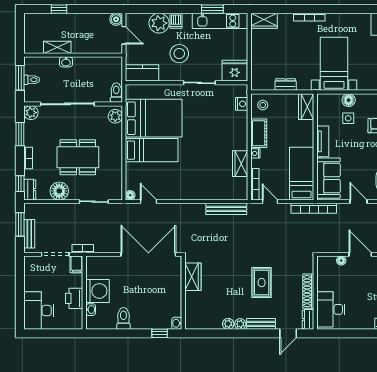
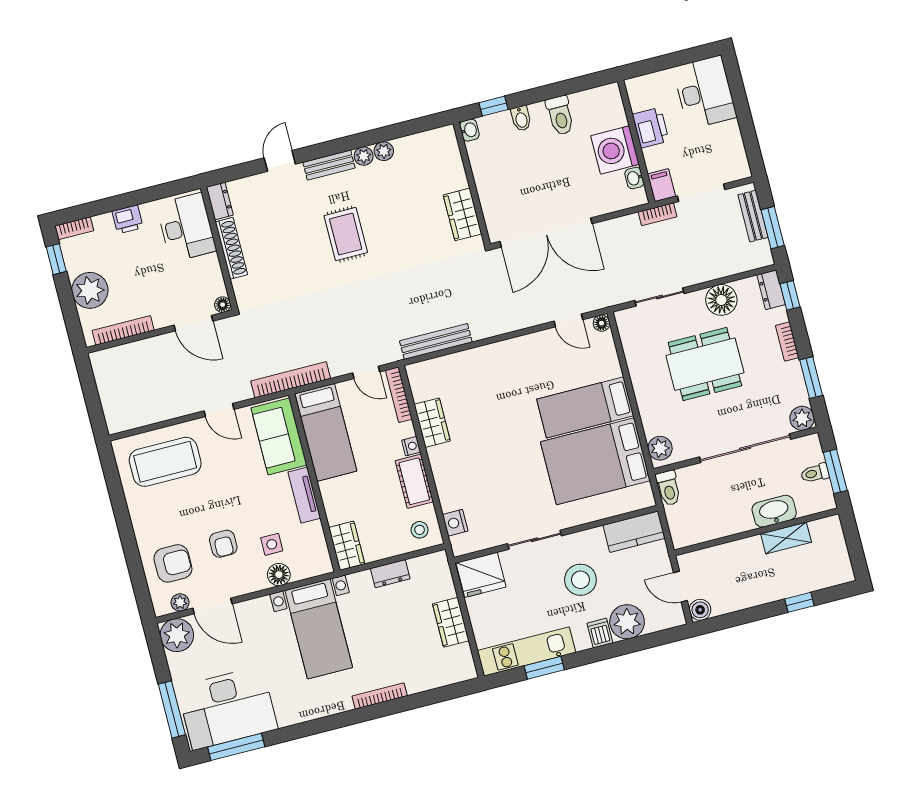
wardrobe: (264, 21) -> (451, 622), moved, turned -90
washbasin: (66, 62) -> (774, 511), width x1.91, depth x1.45
shoe rack: (308, 291) -> (231, 248), moved
wall: (315, 293) -> (219, 249), moved
desk: (331, 309) -> (186, 227), moved
washbasin: (91, 310) -> (634, 178), moved
dresser: (308, 319) -> (220, 201), moved
bidet: (146, 322) -> (521, 118), added

